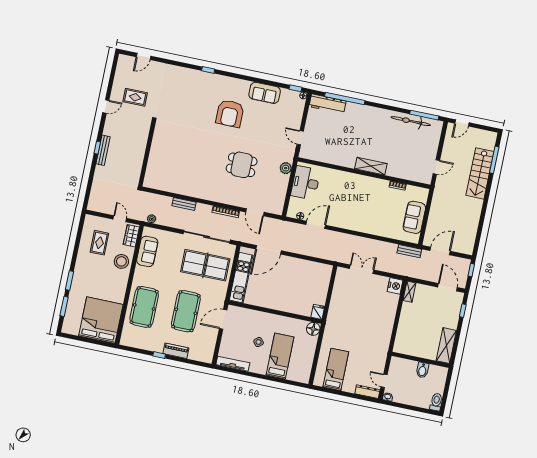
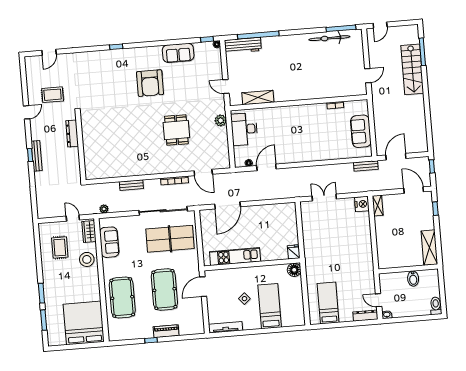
dresser: (143, 139) -> (72, 134), added
dining table: (242, 165) -> (176, 130), turned 90
shelving: (371, 166) -> (258, 98), moved
kitchen unit: (241, 278) -> (235, 257), moved, turned -90

